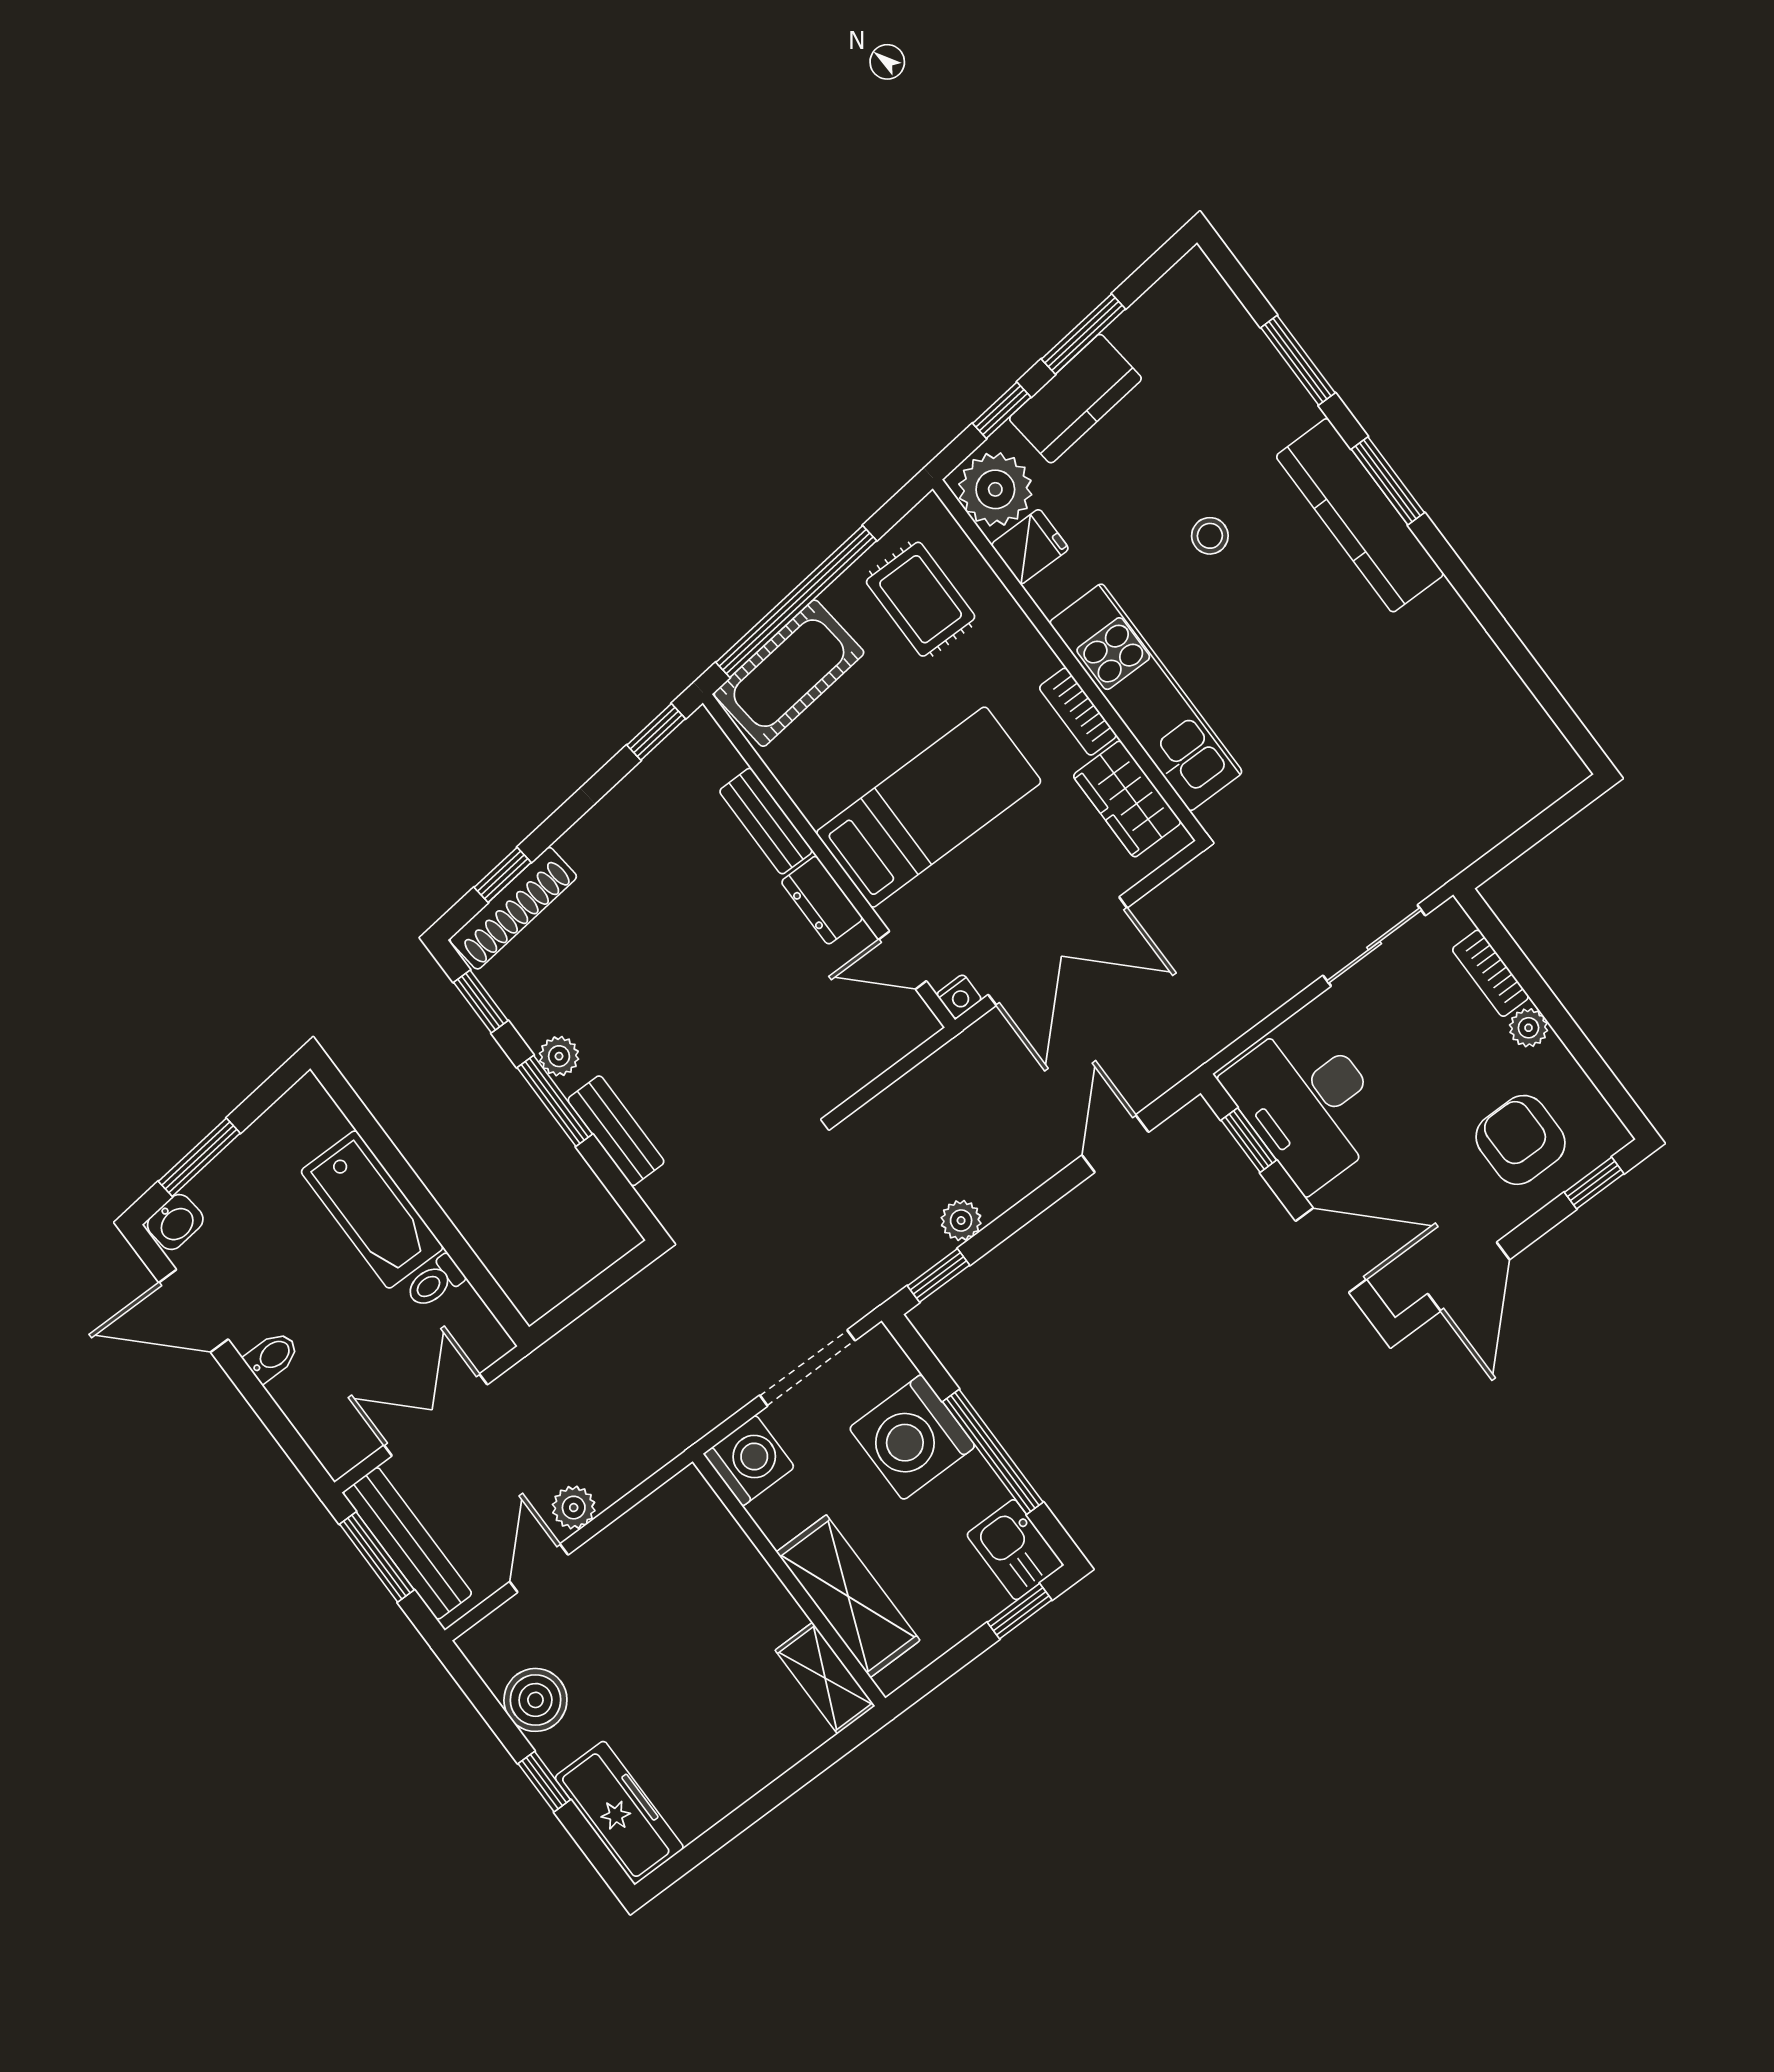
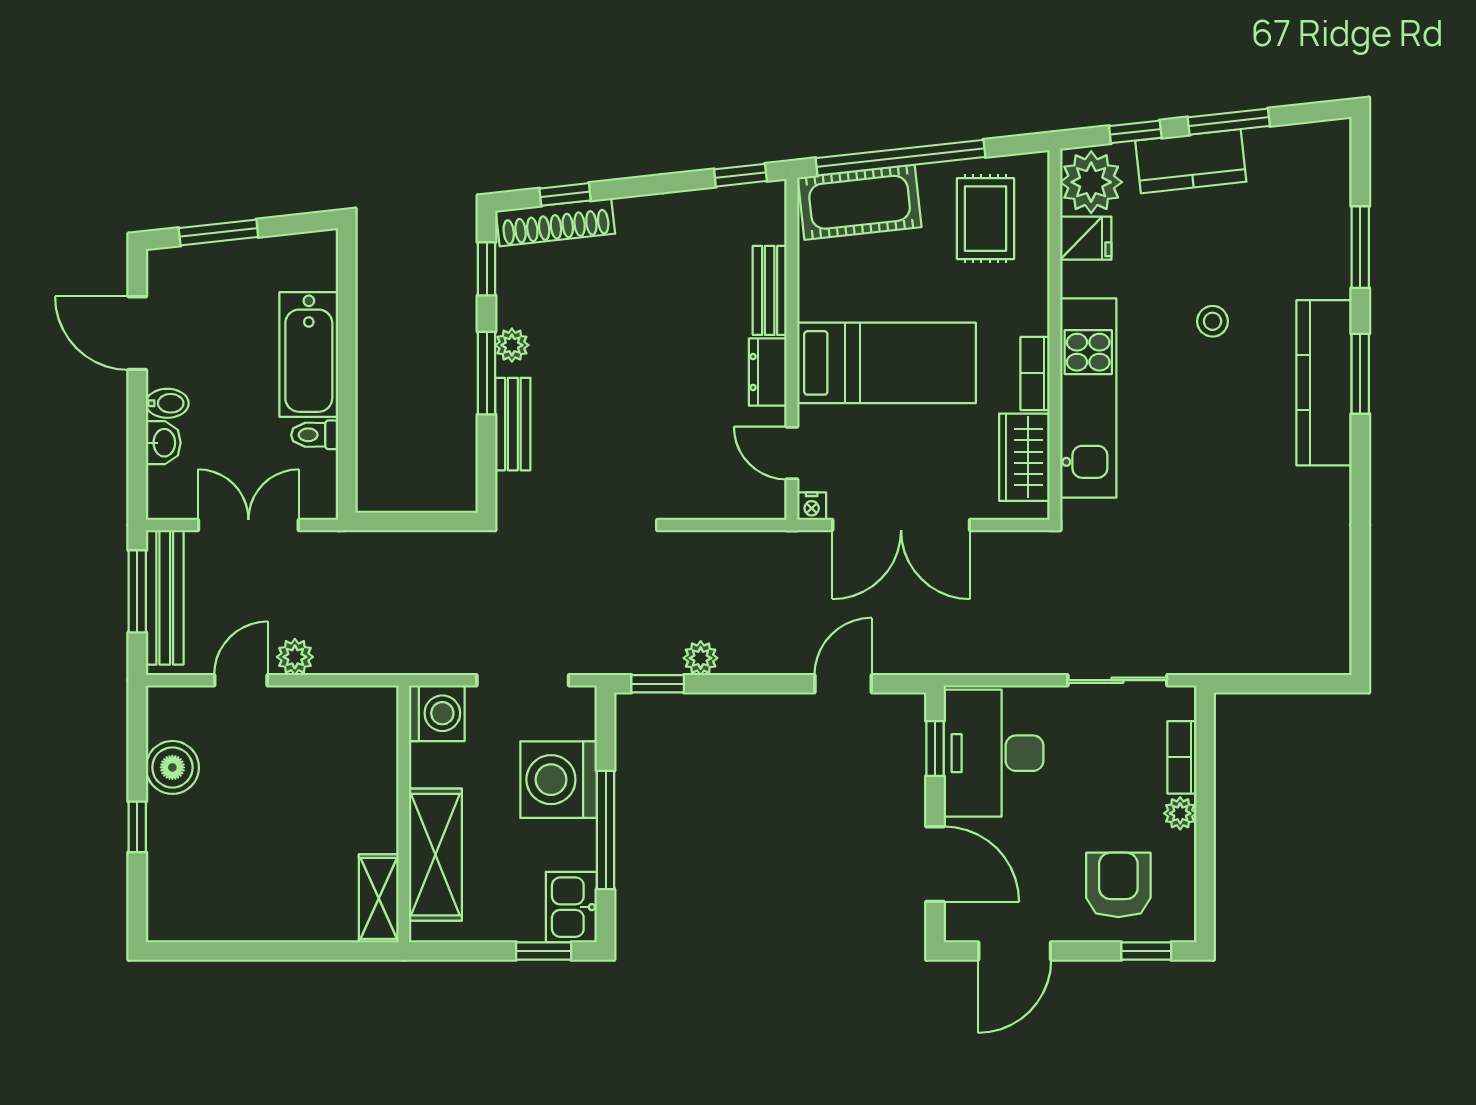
washbasin: (175, 1222) -> (163, 443), moved, turned -84
freezer: (619, 1813) -> (172, 886), removed

